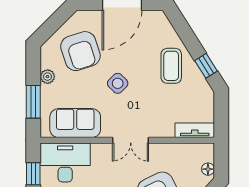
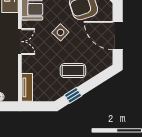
double door: (131, 140) -> (20, 42), swing flipped

